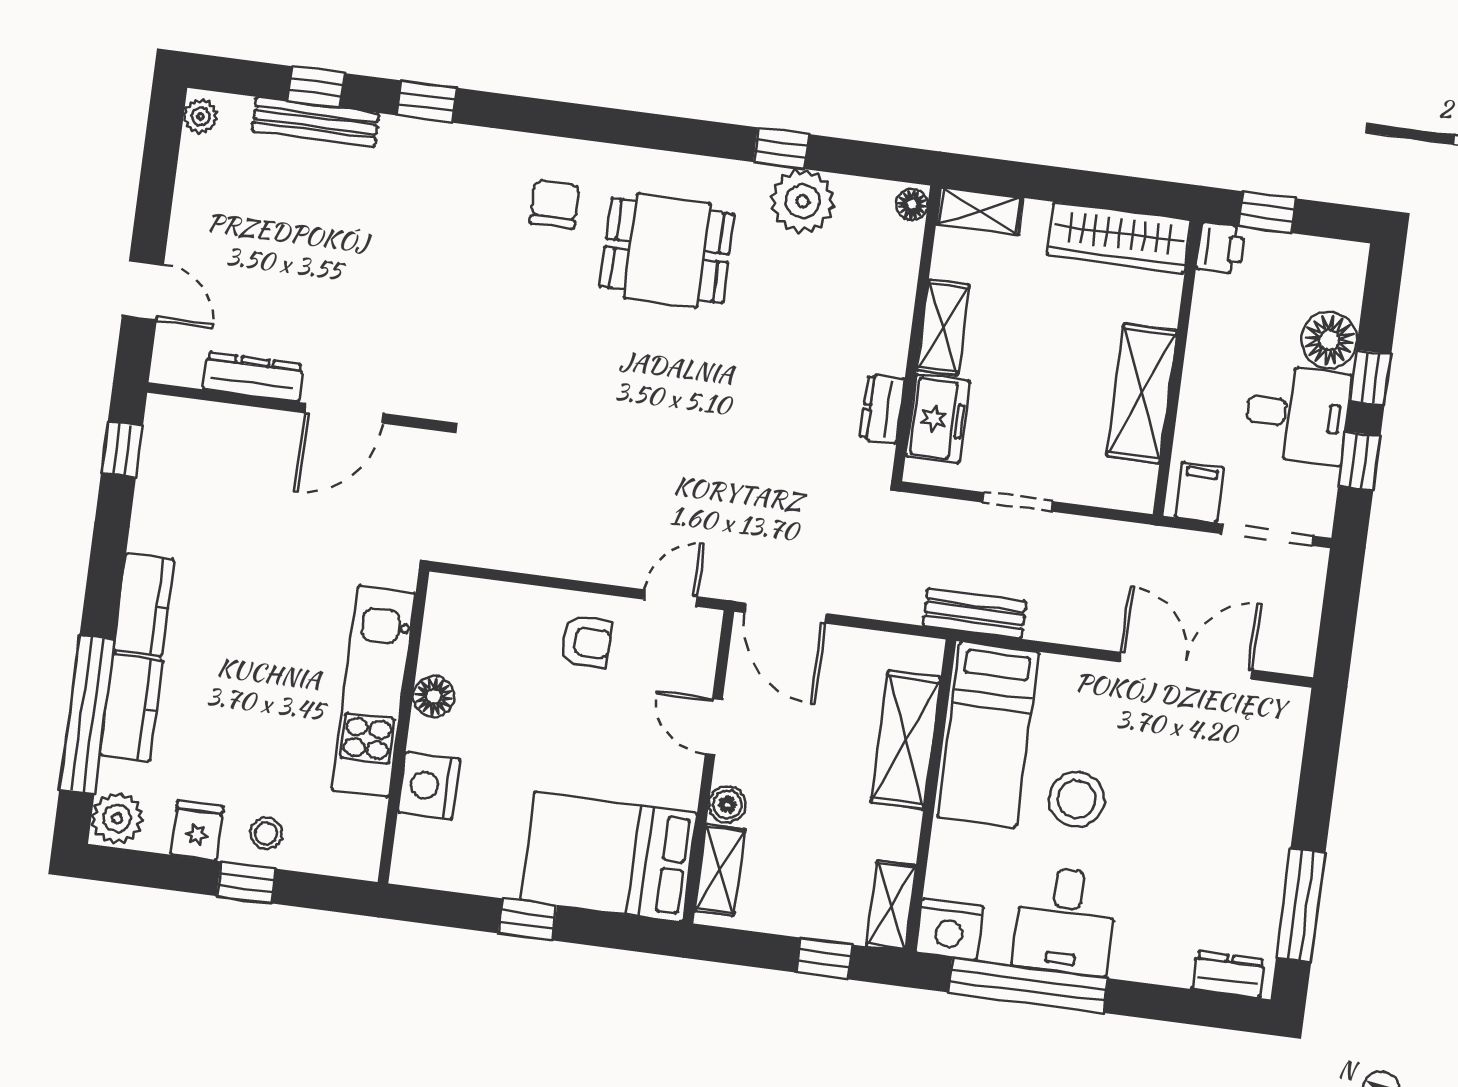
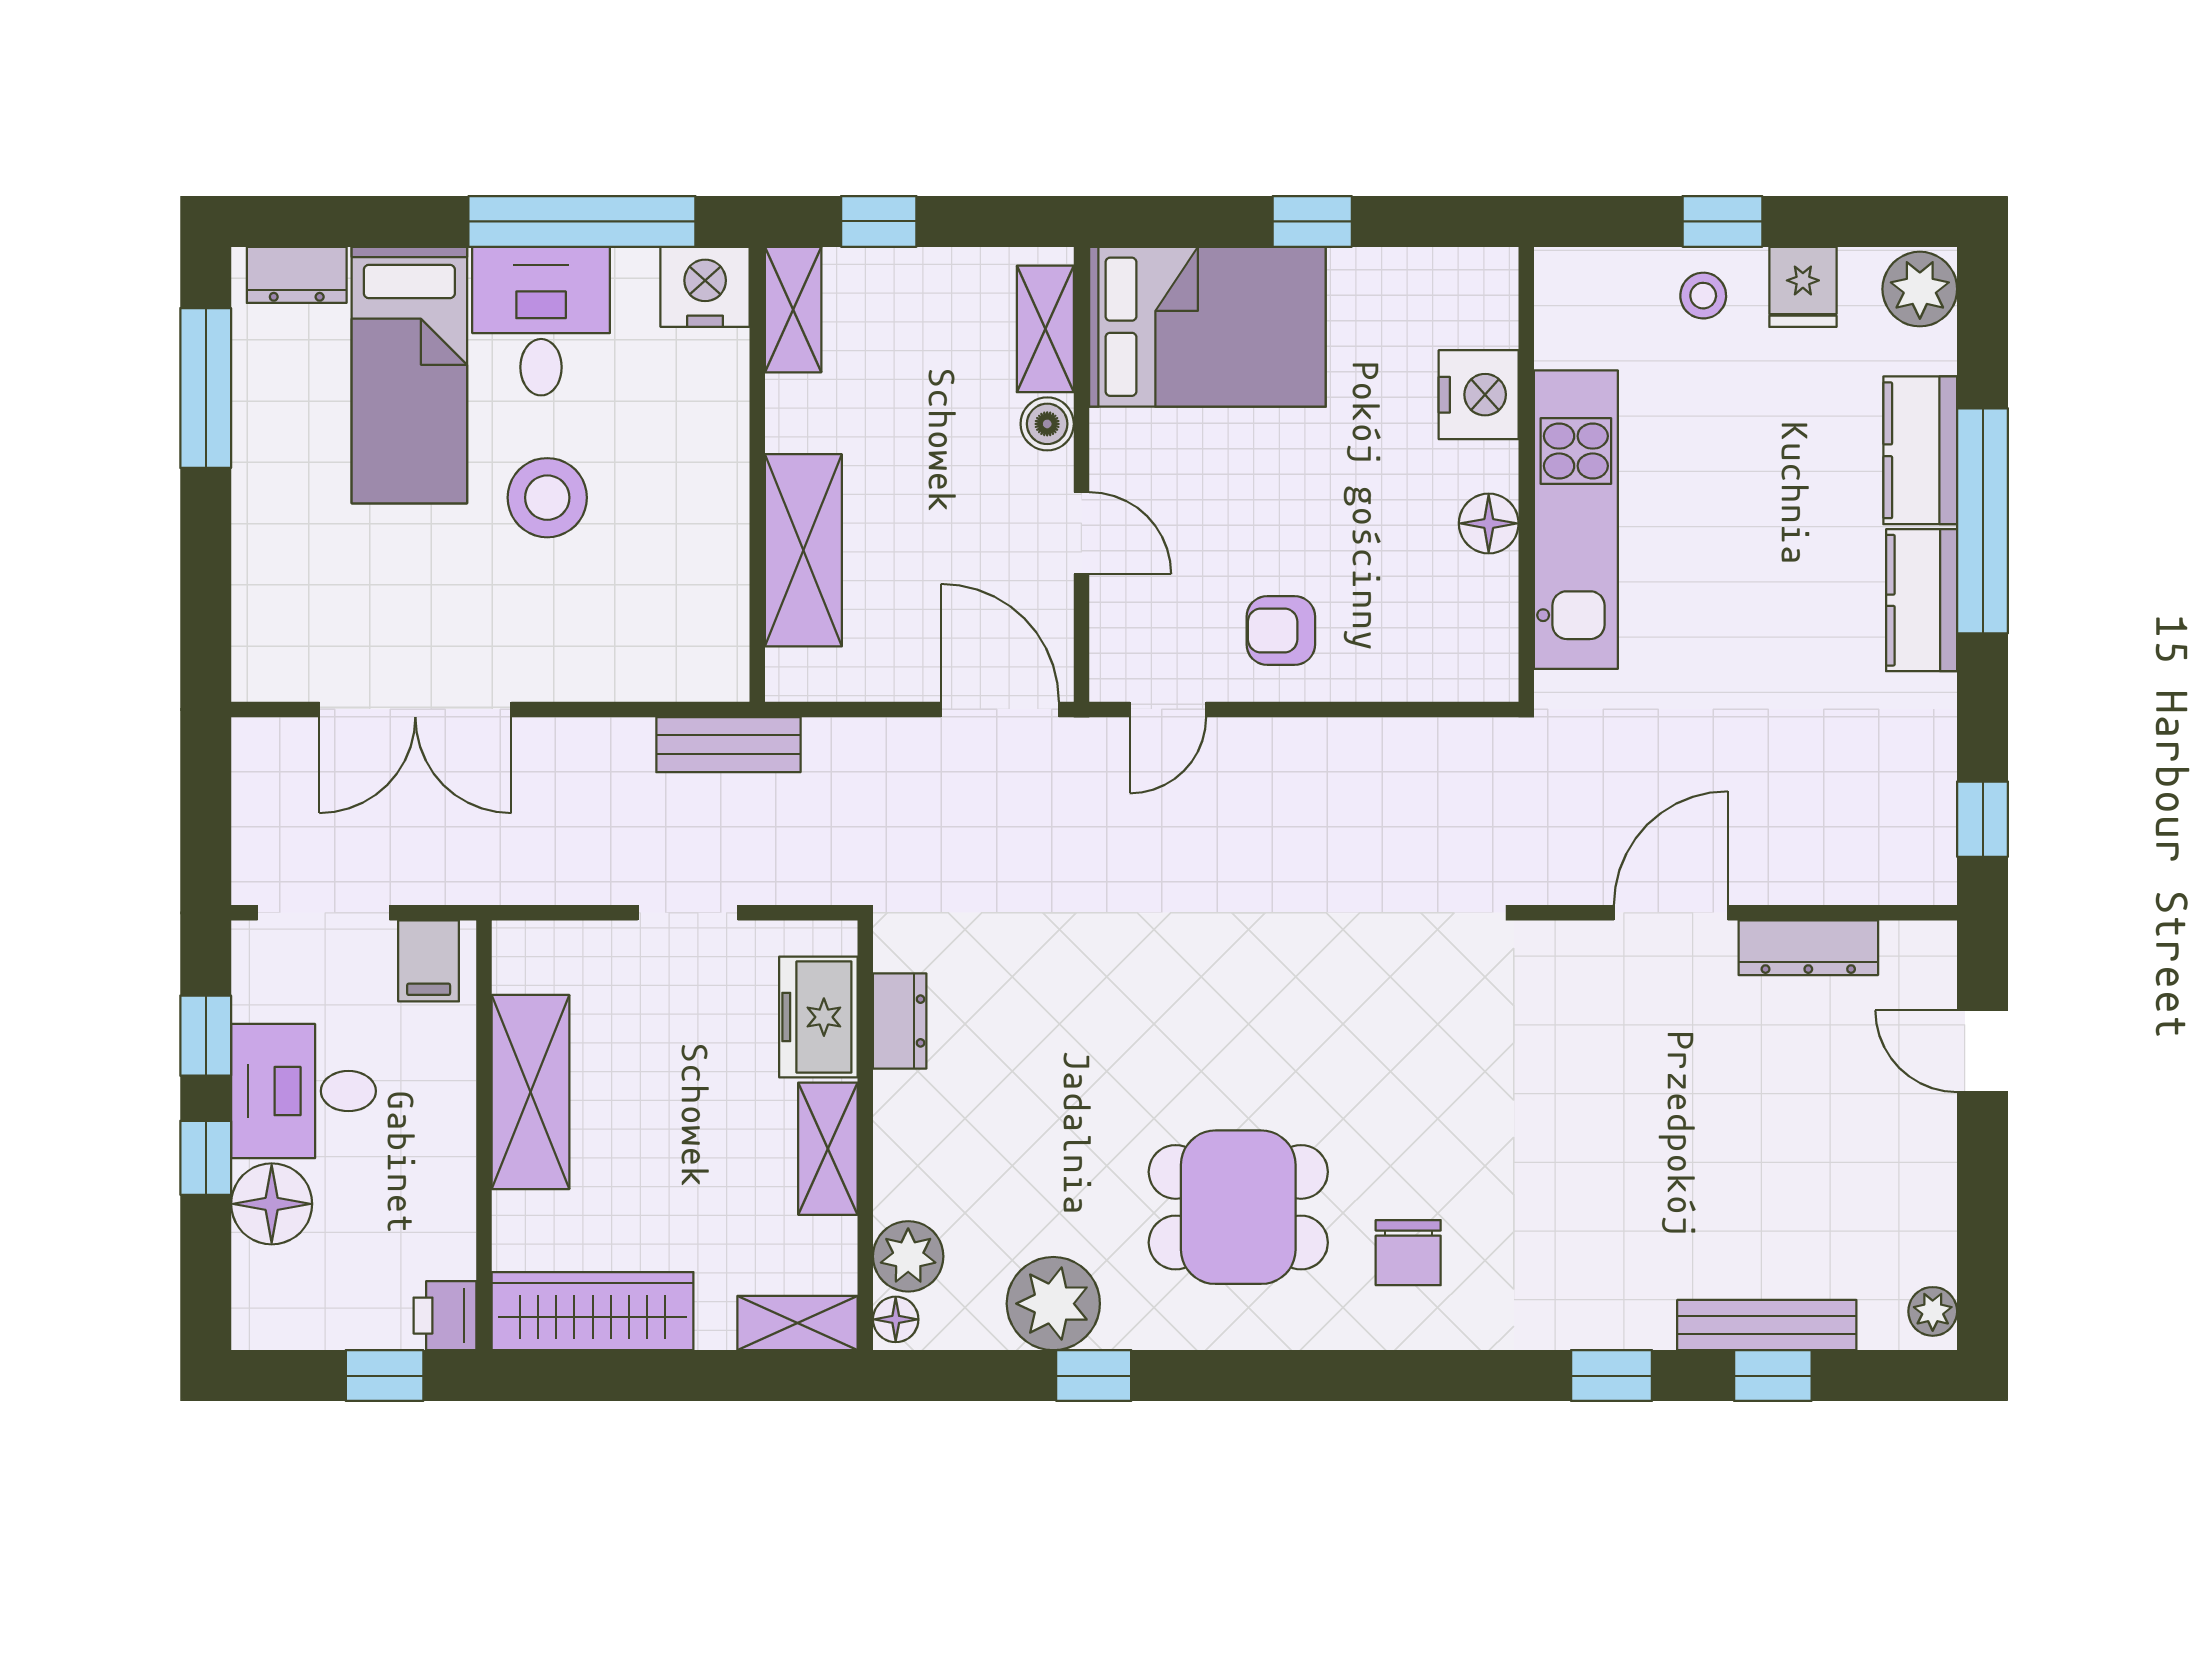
plant: (898, 247) -> (908, 1256), added
window: (87, 715) -> (1983, 521), moved
bed: (988, 735) -> (409, 375), moved, turned 180

